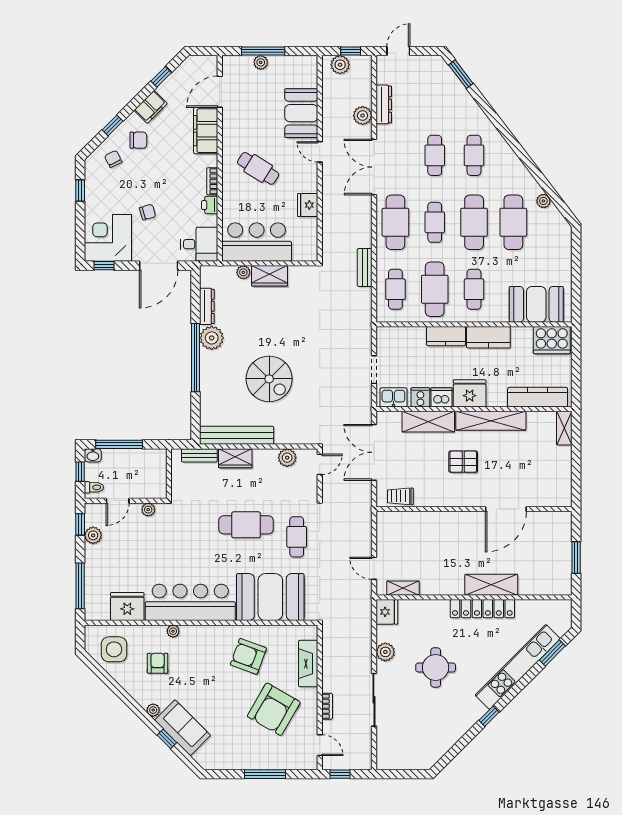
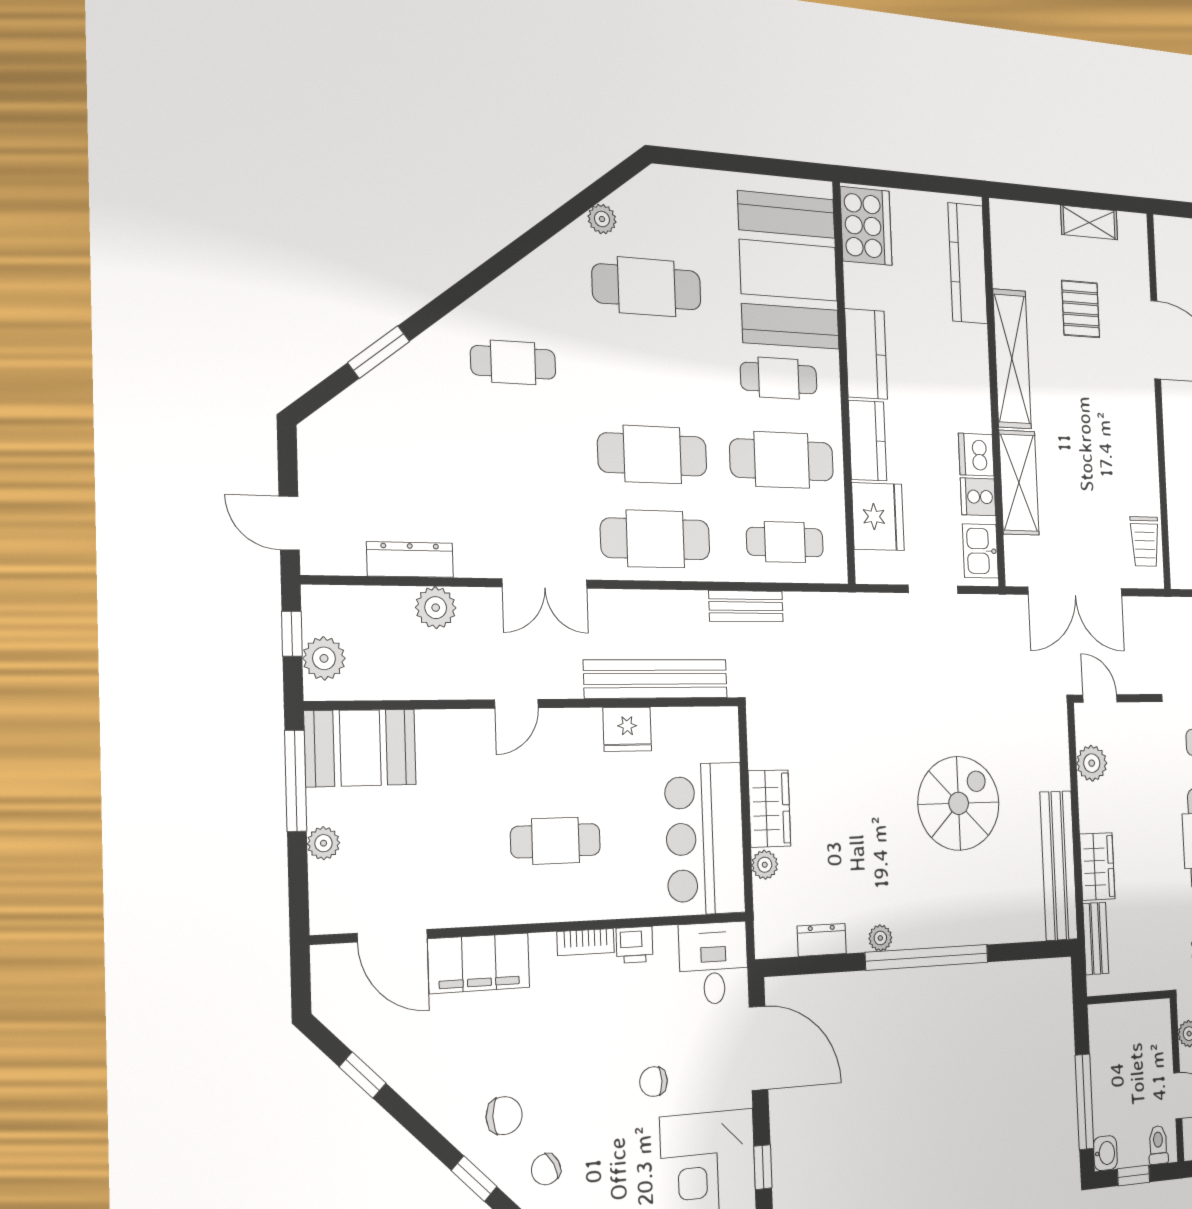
window: (263, 51) -> (296, 781), moved
window: (461, 74) -> (379, 352), moved
filing cabinet: (151, 107) -> (430, 1094), removed
booth: (301, 113) -> (360, 748), moved
chair: (138, 140) -> (504, 1116), turned 90
cafe table: (435, 155) -> (516, 449), removed
double door: (374, 167) -> (545, 583), width x0.73
cafe table: (258, 168) -> (556, 841), turned 58
chair: (148, 212) -> (654, 1082), turned -74
bench: (331, 220) -> (656, 679), added
cafe table: (435, 222) -> (652, 455), width x1.37, depth x1.35
cafe table: (474, 222) -> (650, 370), removed
booth: (536, 304) -> (789, 270), width x1.36, depth x1.42
dresser: (207, 306) -> (822, 940), width x0.70
plant: (212, 338) -> (880, 938), width x0.53, depth x0.53
fridge: (470, 393) -> (878, 517), moved, turned 180
shelving: (564, 428) -> (1089, 223), moved
pallet: (463, 462) -> (1081, 309), moved

